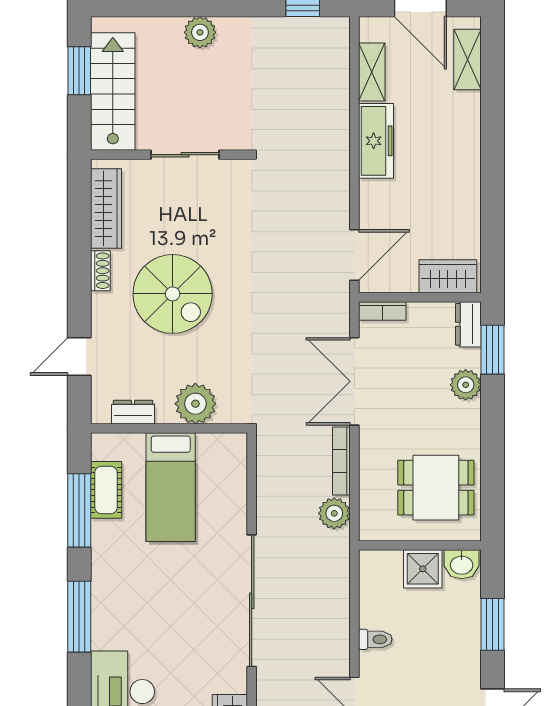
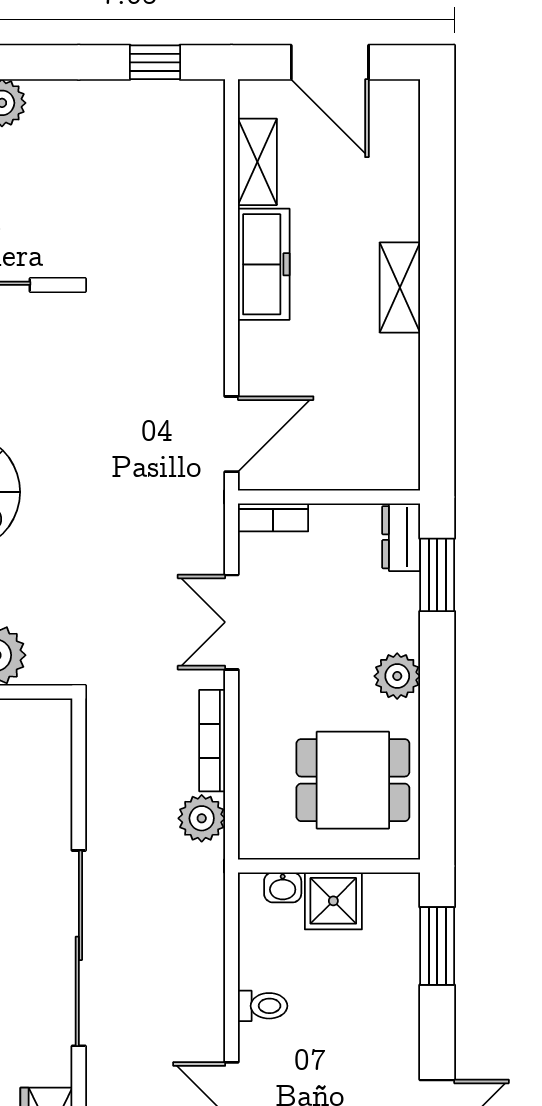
shelving: (468, 60) -> (400, 287), moved
wardrobe: (448, 276) -> (371, 466), removed
double door: (354, 381) -> (232, 622), width x0.73
plant: (466, 385) -> (397, 676), moved
washbasin: (462, 564) -> (283, 887), moved, width x0.72, depth x0.69
window: (493, 624) -> (437, 946), moved

